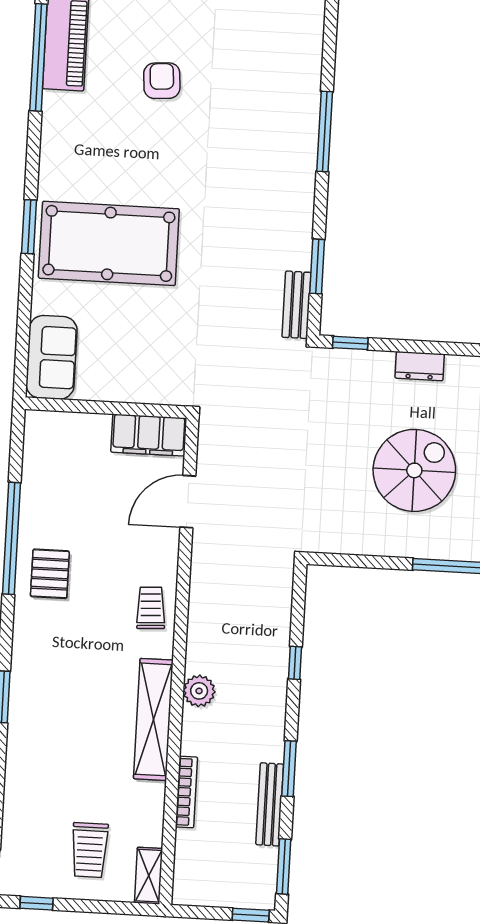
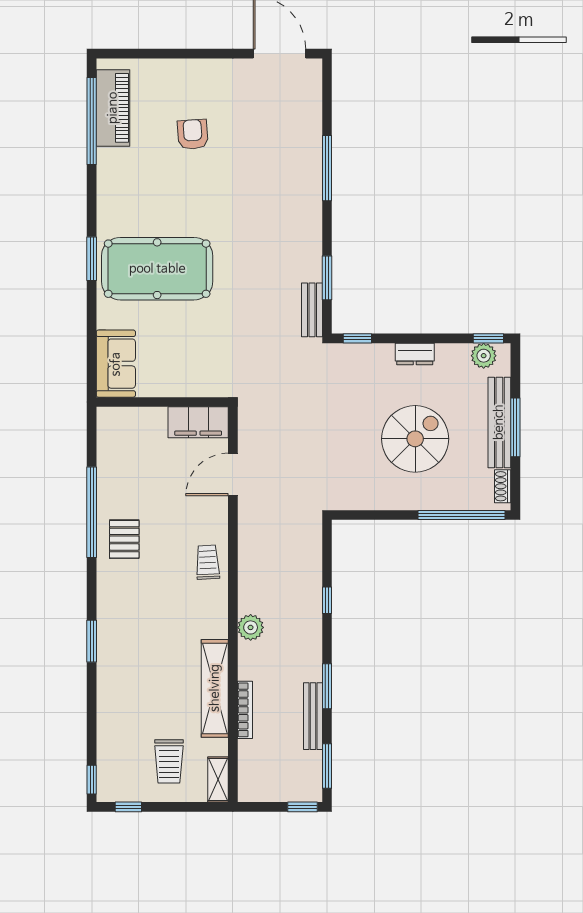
shelving: (153, 719) -> (215, 688), moved

